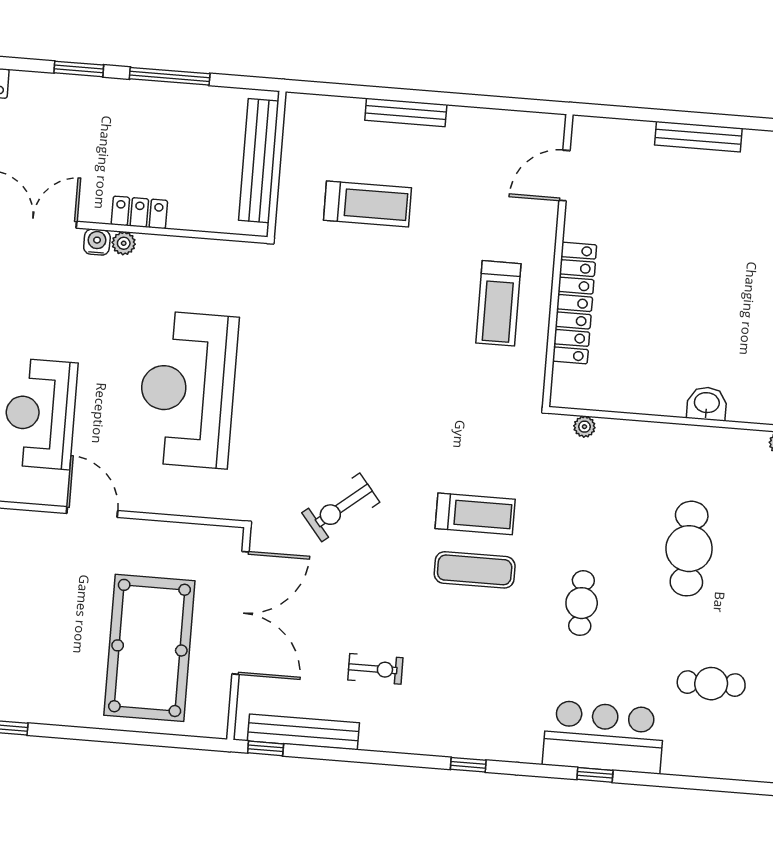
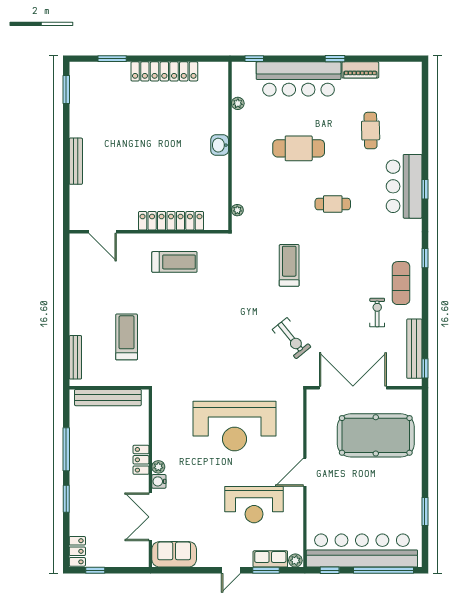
bench: (406, 112) -> (75, 357), moved
exercise mat: (475, 570) -> (401, 283), moved

